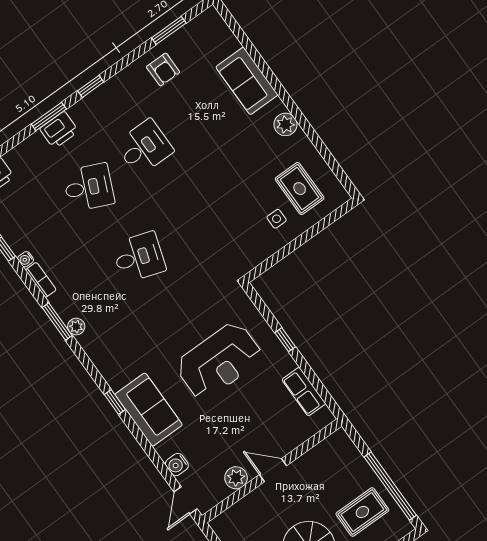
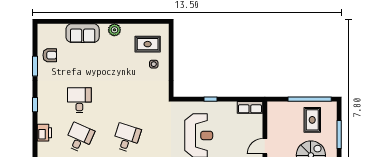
window: (169, 30) -> (35, 66), moved
armchair: (163, 69) -> (50, 55), moved
window: (49, 117) -> (35, 133), removed
row of seats: (304, 392) -> (250, 107), moved

